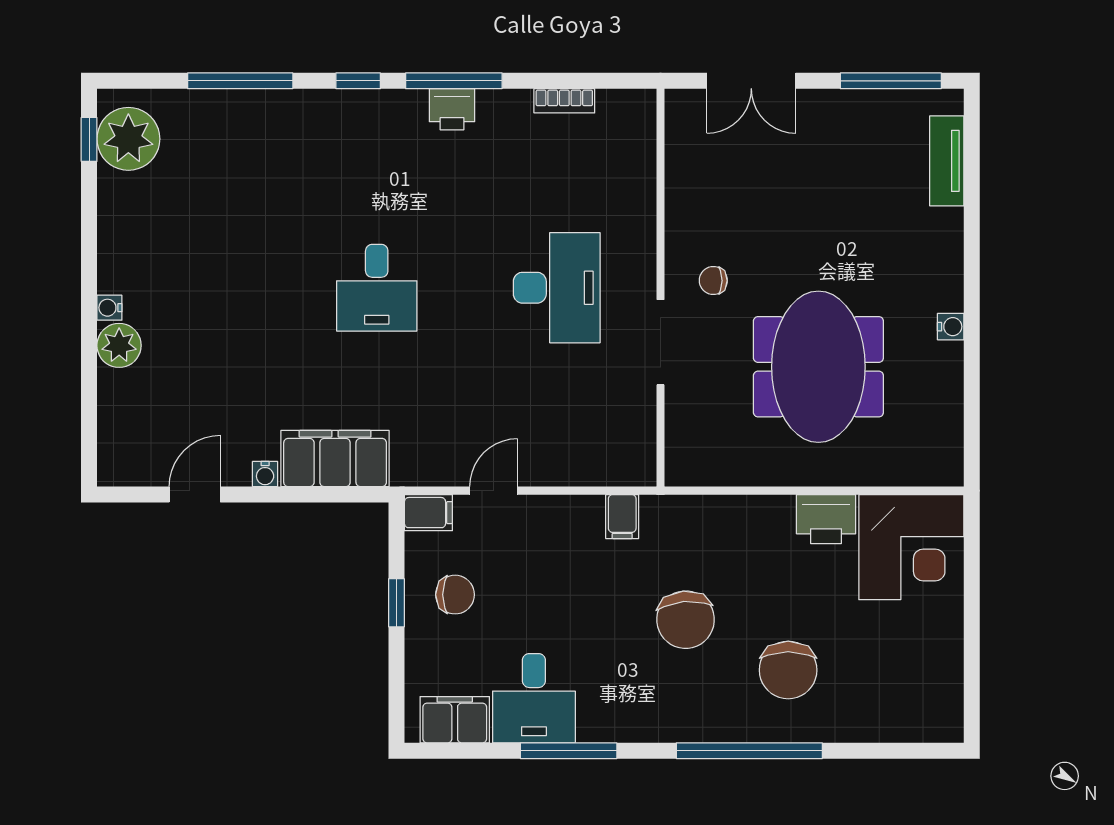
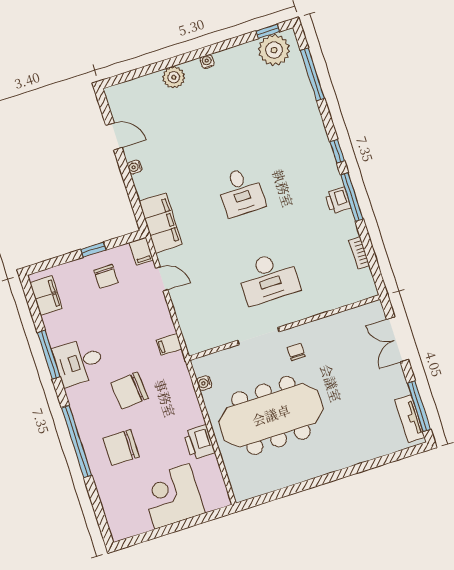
window: (240, 81) -> (312, 74), moved
tv unit: (947, 161) -> (410, 419), moved, turned -90
desk: (377, 288) -> (241, 192), turned -90
water cooler: (109, 308) -> (207, 62), moved
water cooler: (951, 327) -> (204, 383), moved, turned 90
meeting table: (818, 367) -> (271, 415), width x1.36
filing cabinet: (335, 459) -> (161, 223), moved
corner desk: (911, 547) -> (172, 496), moved, turned 90
desk: (534, 698) -> (79, 362), moved

